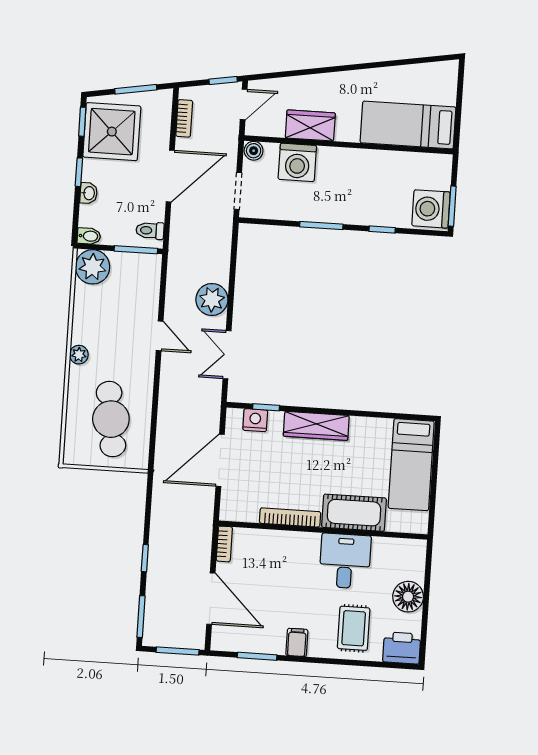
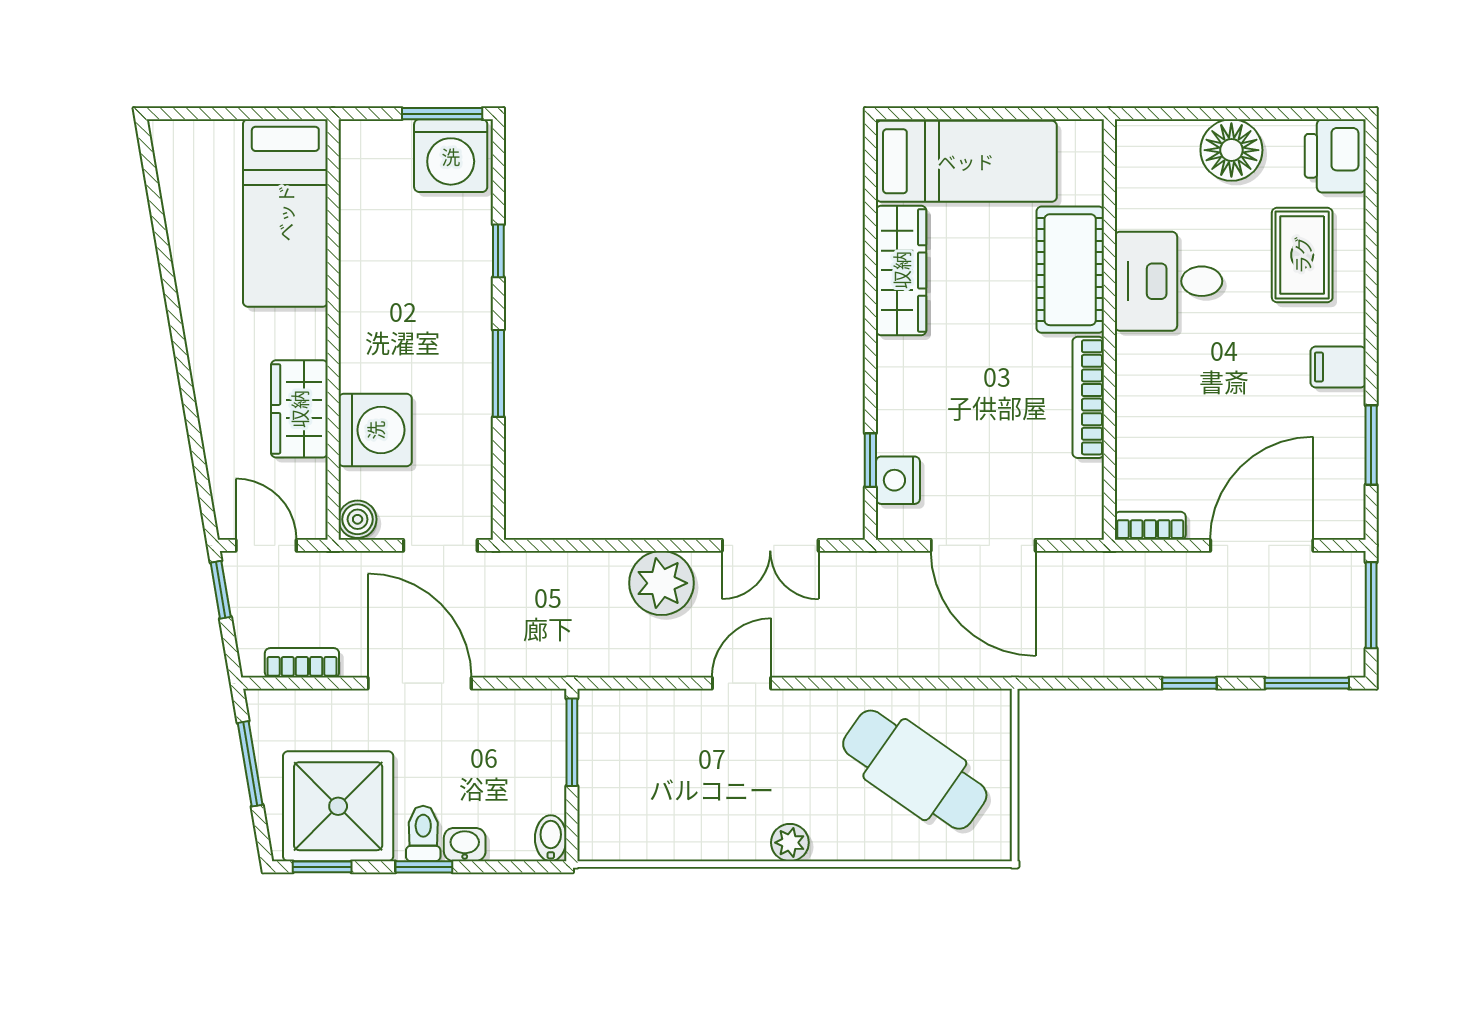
toilet: (150, 231) -> (423, 833), moved, turned 180
plant: (93, 267) -> (612, 827), removed
cafe table: (111, 419) -> (915, 770), turned 43
wardrobe: (316, 426) -> (901, 270), moved
rug: (354, 628) -> (1302, 255), turned 90

